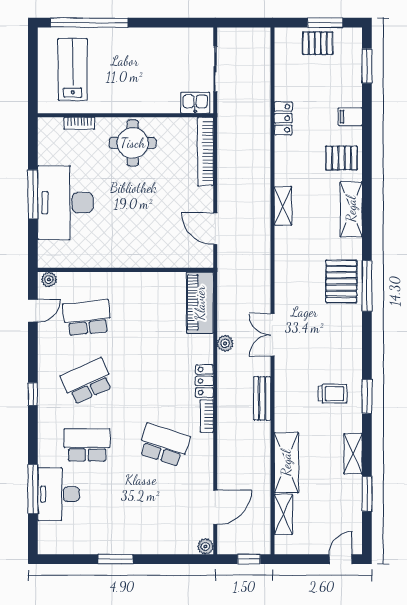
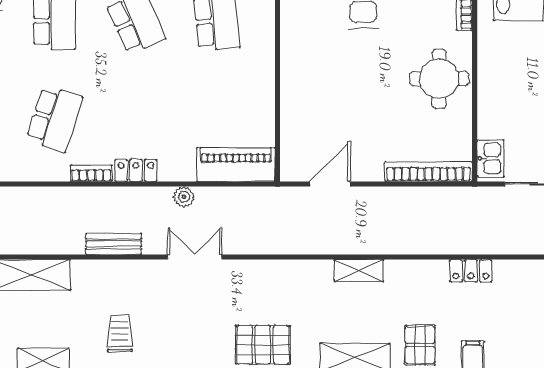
trolley: (333, 394) -> (120, 334), turned 180

